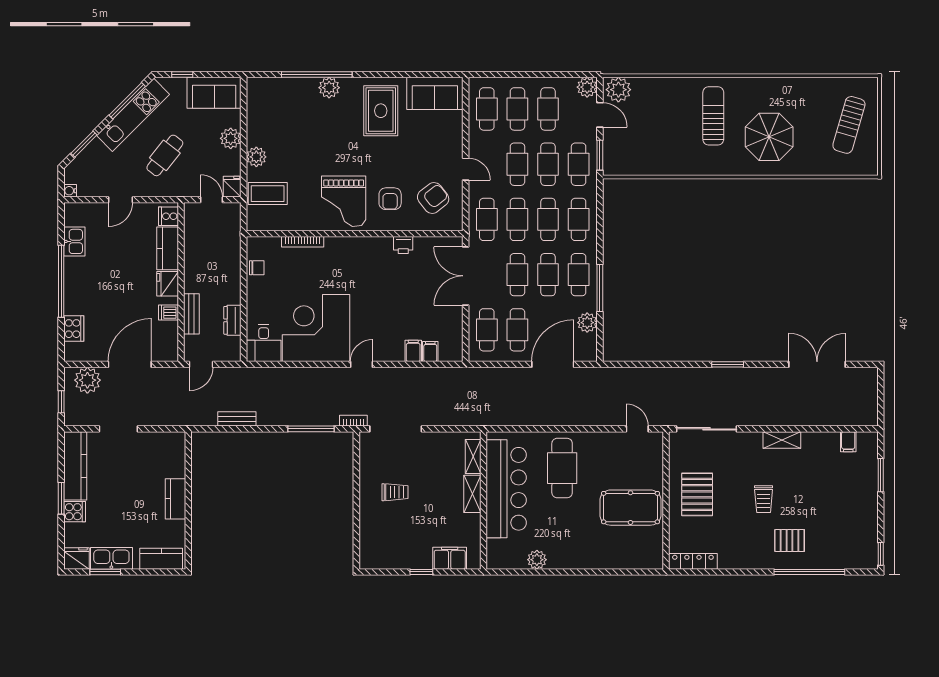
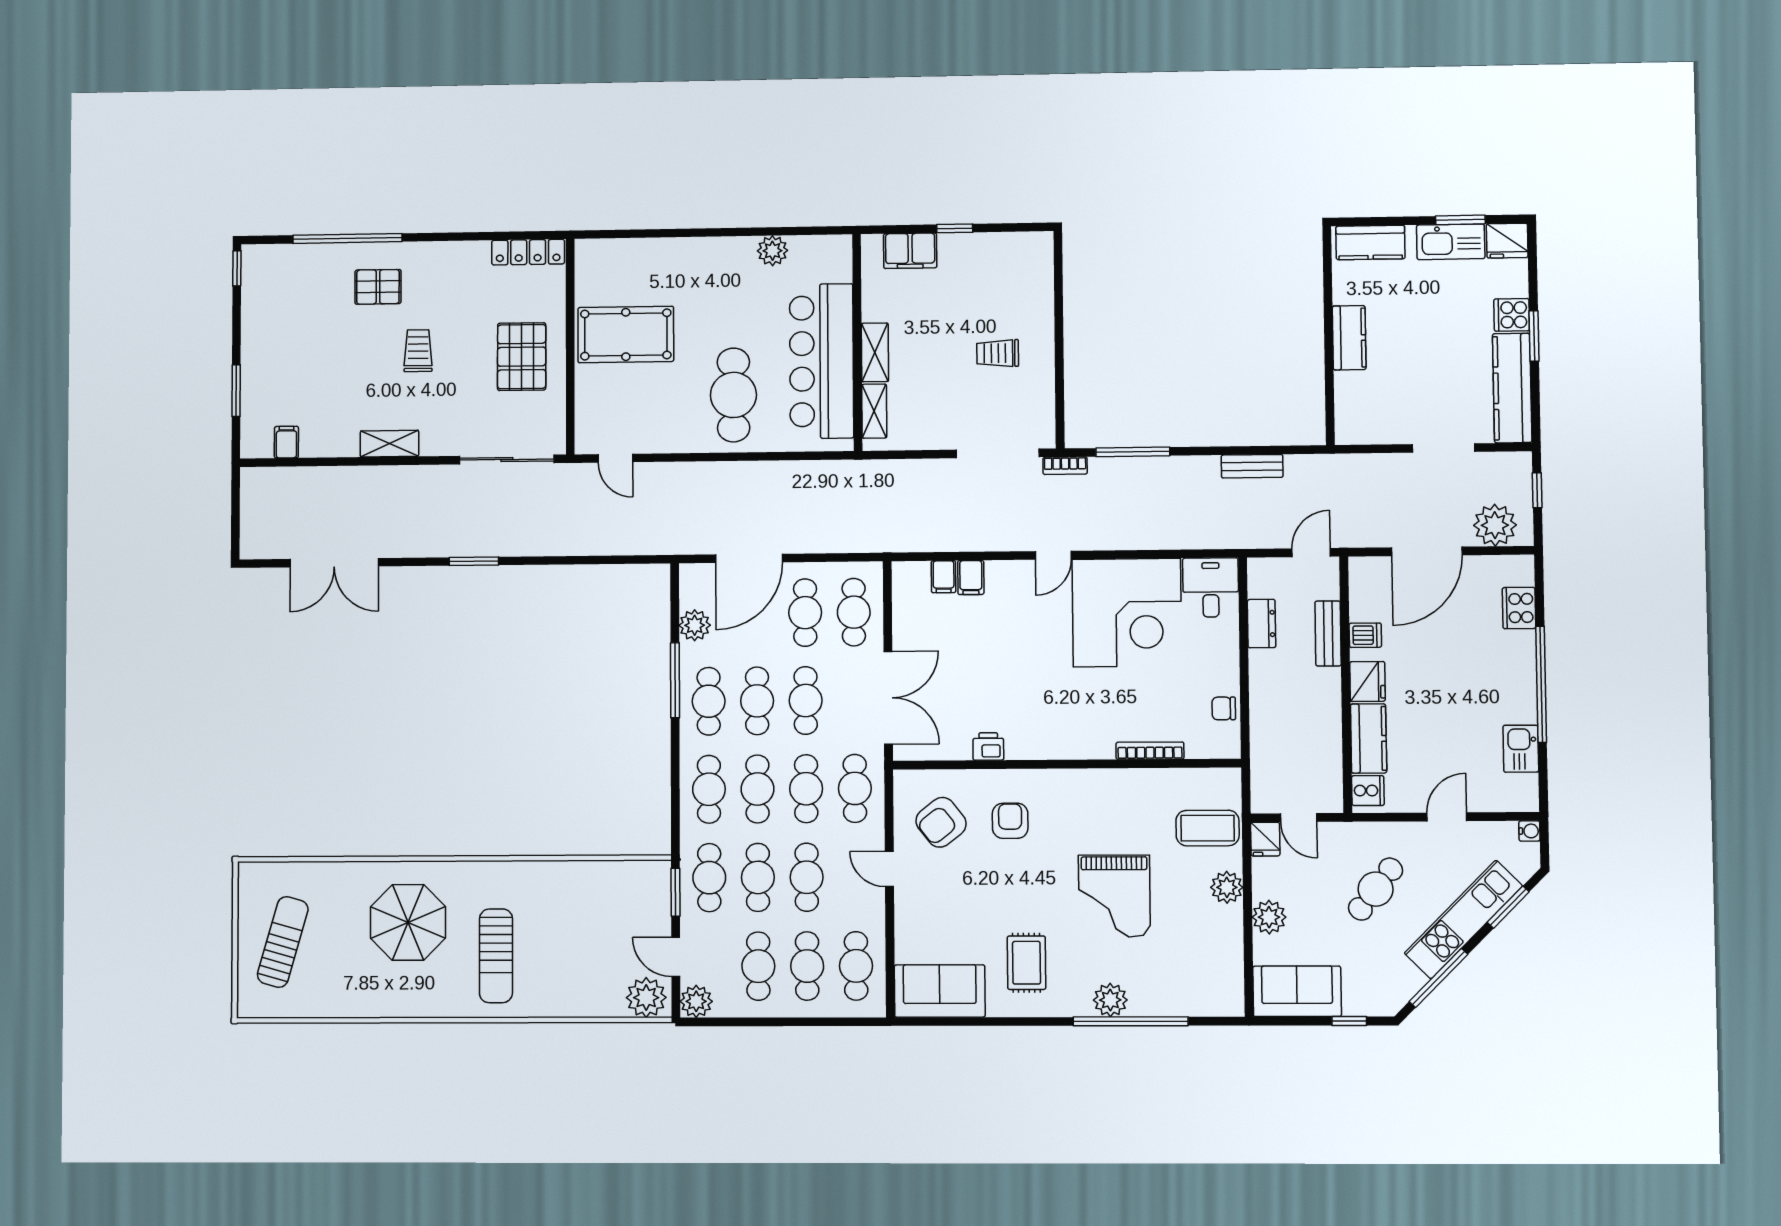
rug: (381, 111) -> (1026, 963), width x0.73, depth x0.70
kitchen unit: (133, 115) -> (1463, 920), moved
grand piano: (344, 201) -> (1114, 896), moved, turned 180

